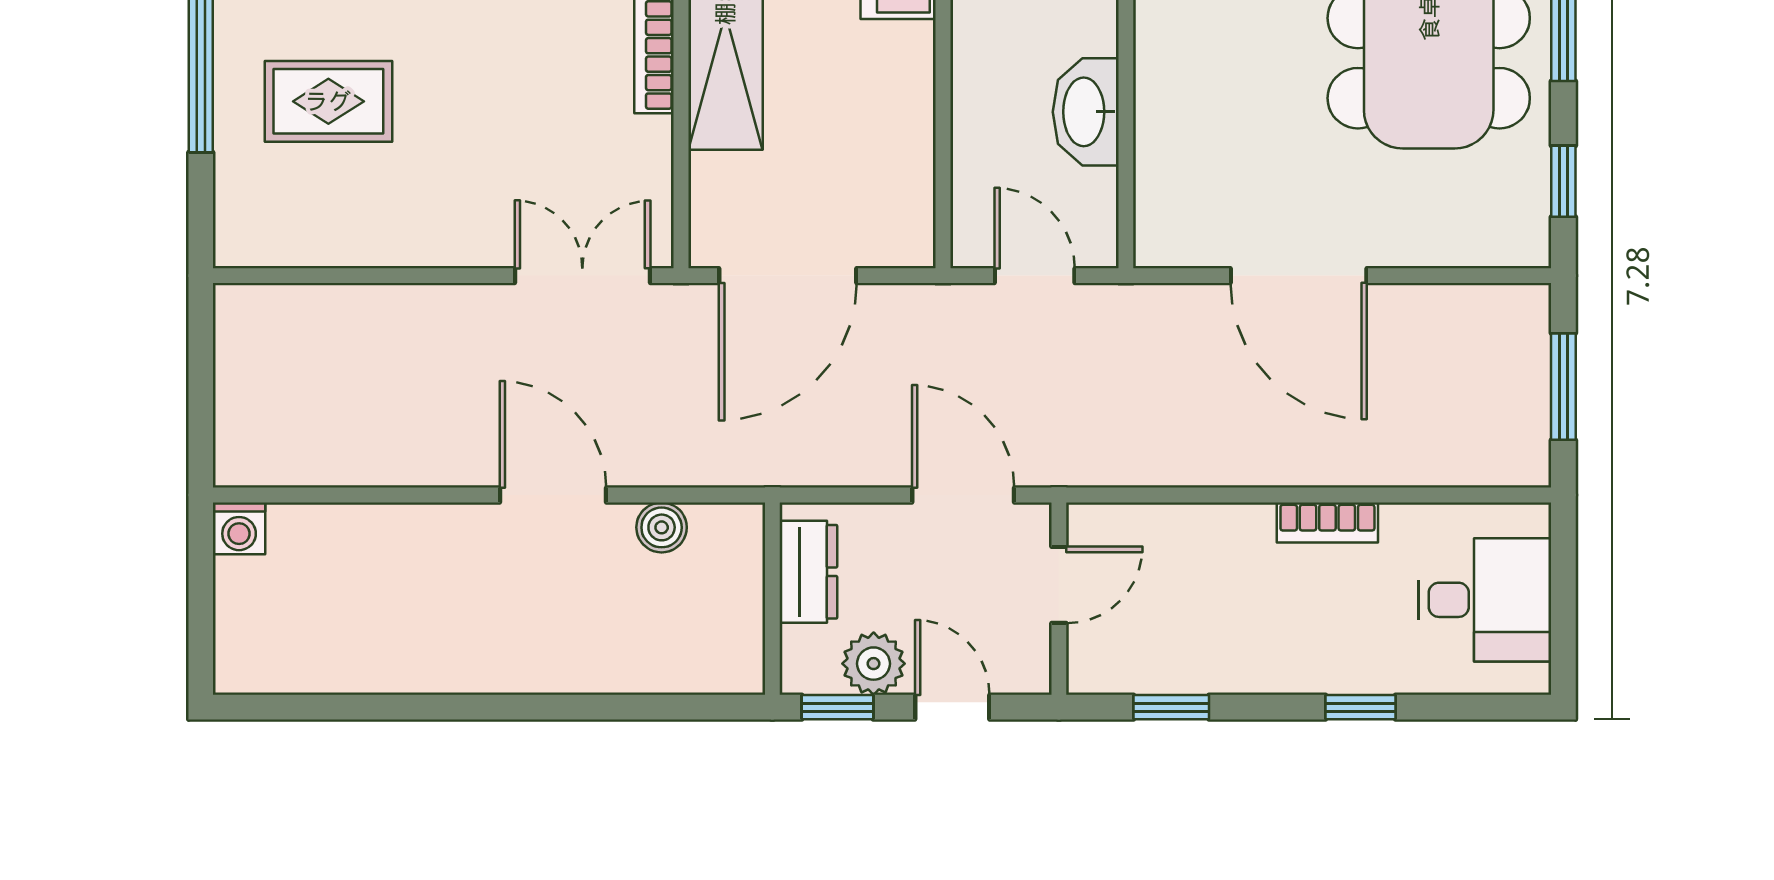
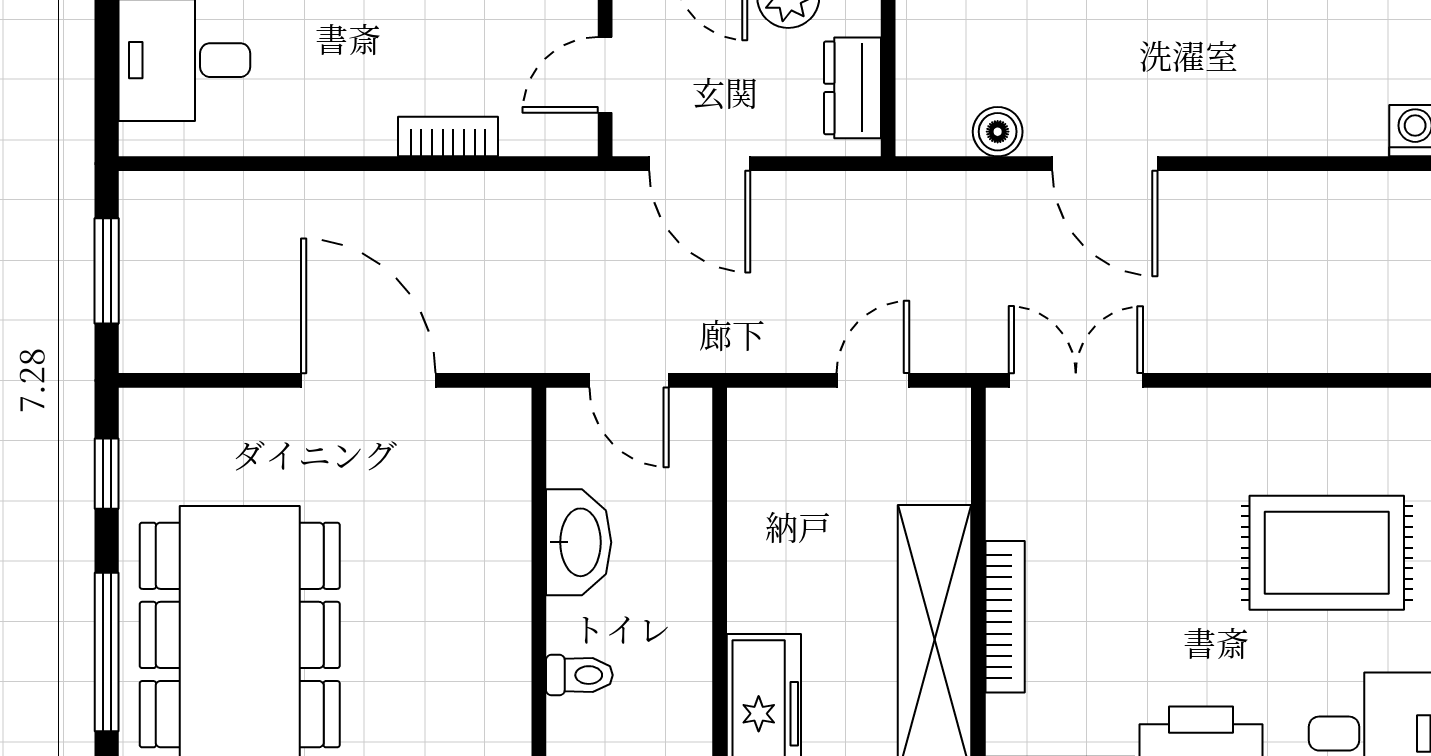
rug: (328, 101) -> (1327, 553), width x1.36, depth x1.43
double door: (582, 276) -> (1076, 380), swing flipped
door: (788, 276) -> (873, 380), width x0.53
bookcase: (1327, 523) -> (448, 137), moved

